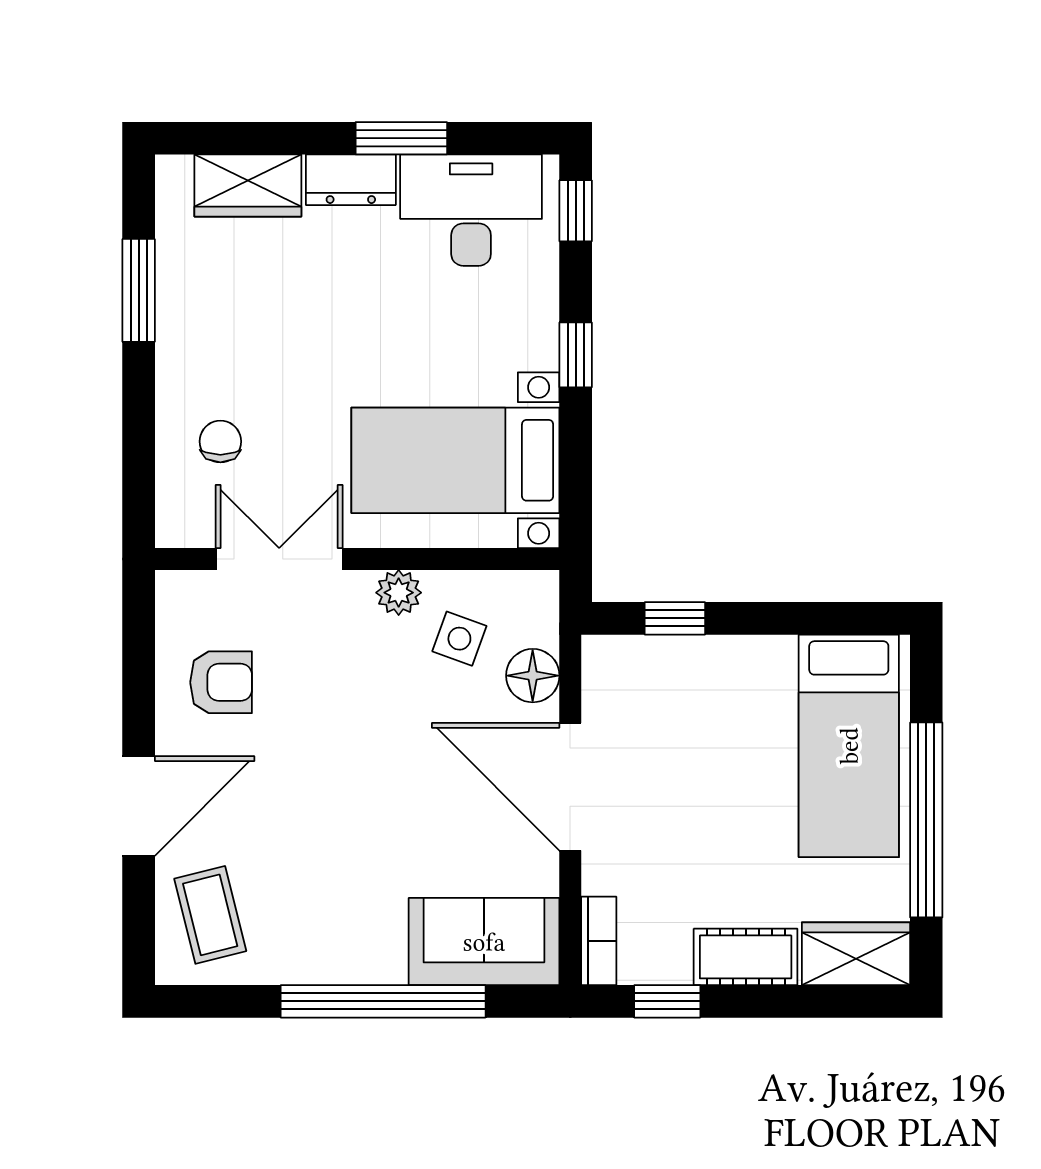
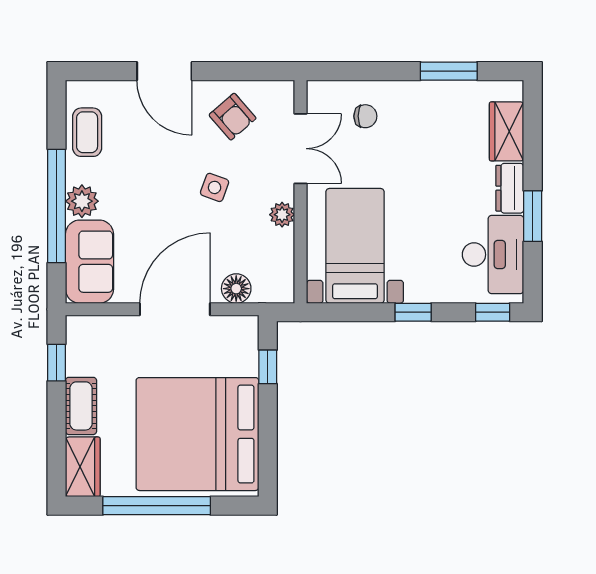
side table: (459, 639) -> (215, 187), moved
armchair: (221, 682) -> (233, 117), turned -41
bed: (849, 746) -> (197, 434), width x2.04
coffee table: (210, 915) -> (87, 132), moved, turned -76
bookcase: (599, 941) -> (90, 325), removed
plant: (374, 955) -> (82, 201), added

